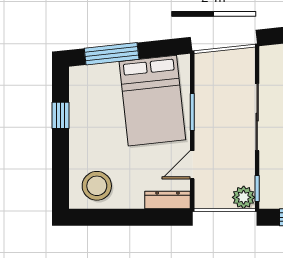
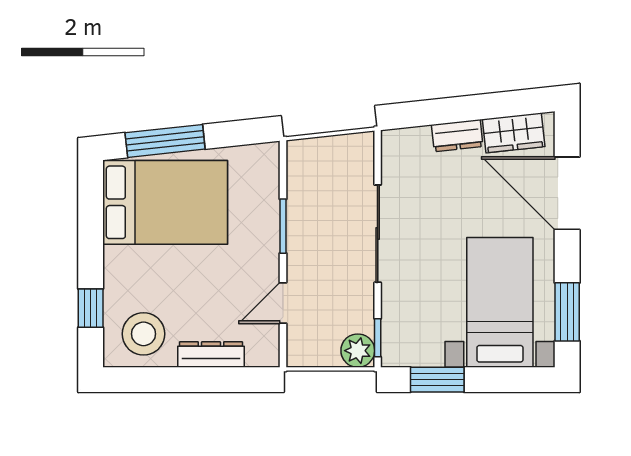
bed: (152, 101) -> (165, 202), moved, turned -84
window: (61, 115) -> (91, 308), moved
dresser: (168, 200) -> (211, 354), moved

